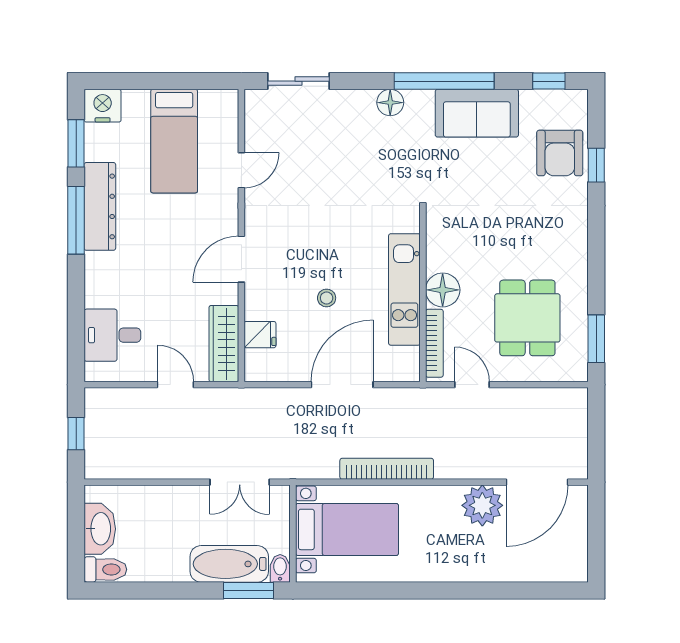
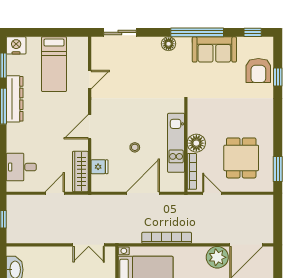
door: (175, 385) -> (55, 193), hinge flipped

